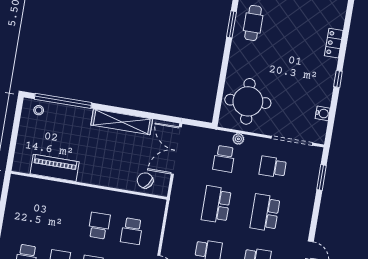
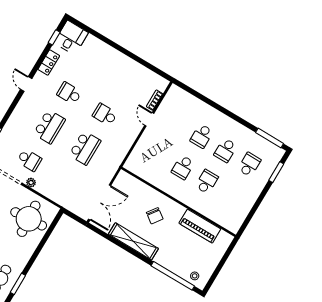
plant: (238, 139) -> (31, 183), moved
school desk: (224, 159) -> (65, 181), removed
chair: (145, 180) -> (155, 216), moved
school desk: (132, 231) -> (207, 182), moved

